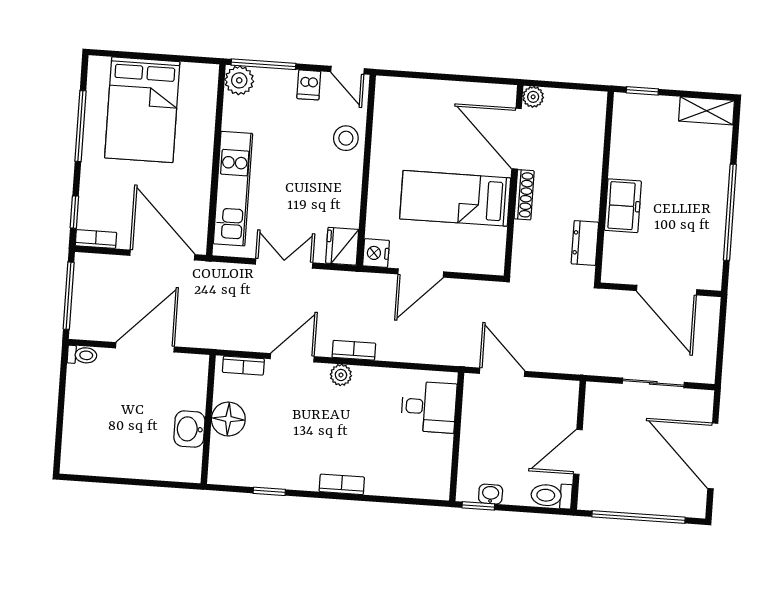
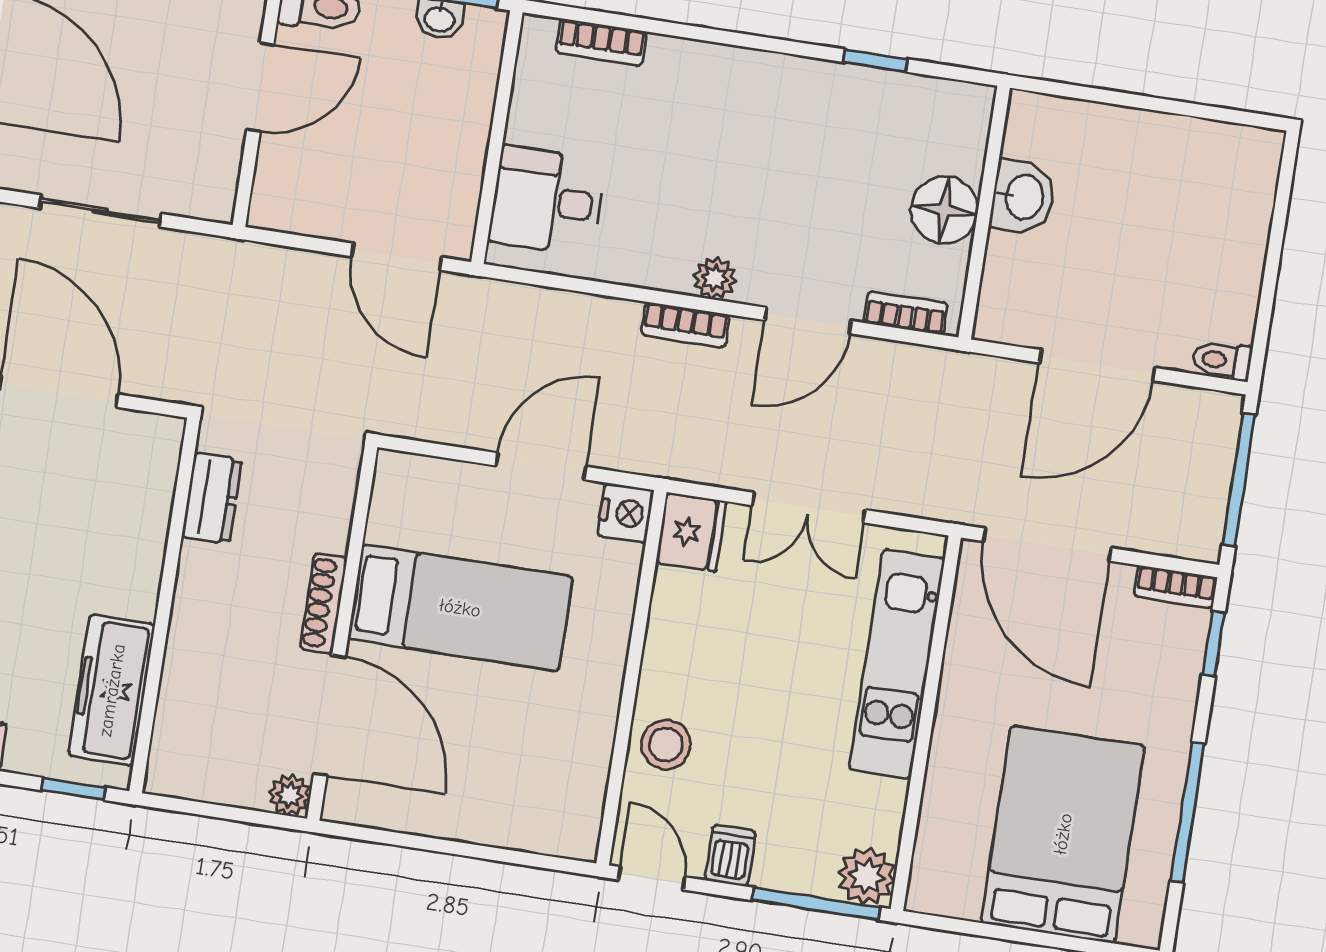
freezer: (623, 206) -> (112, 690), moved, width x1.40
bookcase: (342, 484) -> (601, 42), moved

